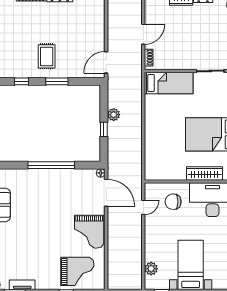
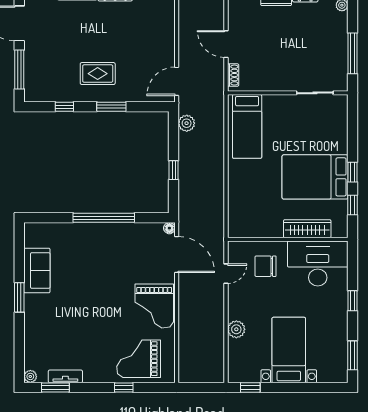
door: (143, 34) -> (226, 44), swing flipped
rug: (47, 56) -> (98, 74), turned 90
bed: (169, 83) -> (247, 126), moved, turned 90
plant: (114, 115) -> (187, 123), moved
plant: (151, 269) -> (236, 329), moved
grand piano: (77, 271) -> (139, 359), turned 180

